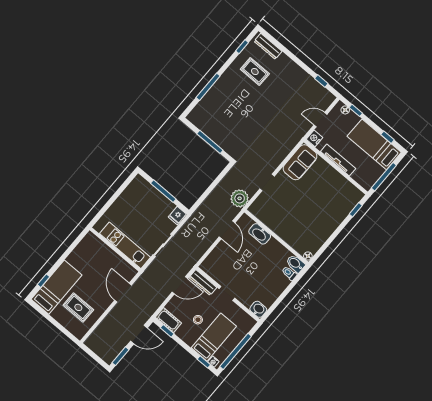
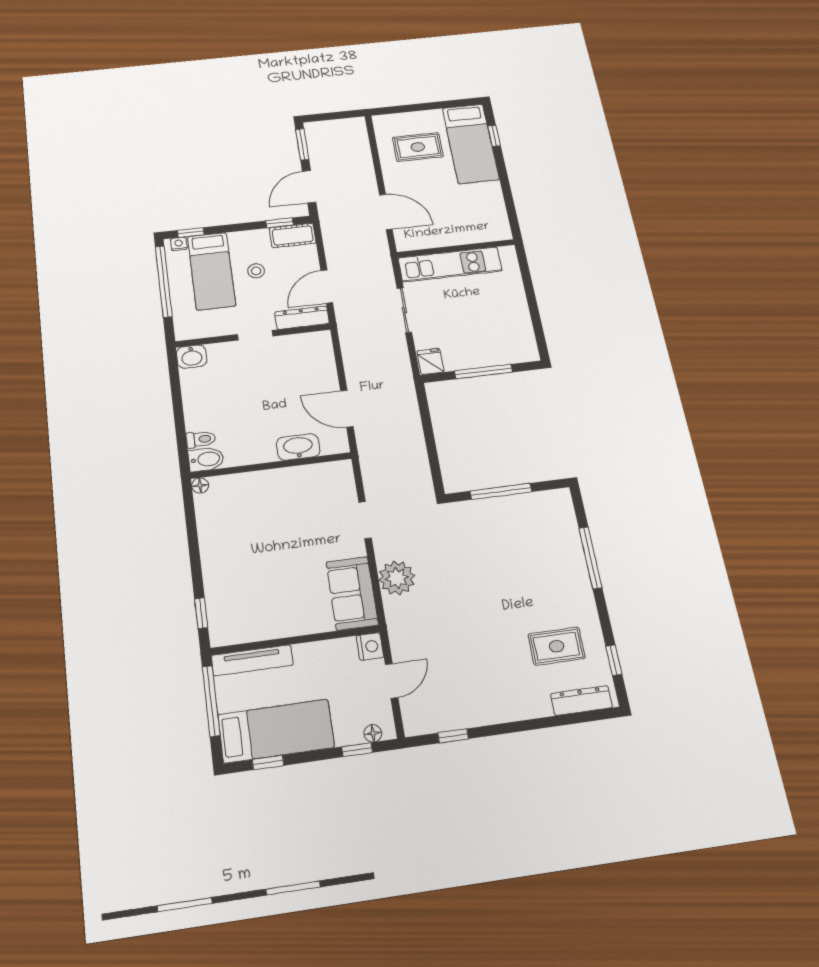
tv unit: (338, 160) -> (252, 660), moved
plant: (240, 198) -> (397, 578), moved

